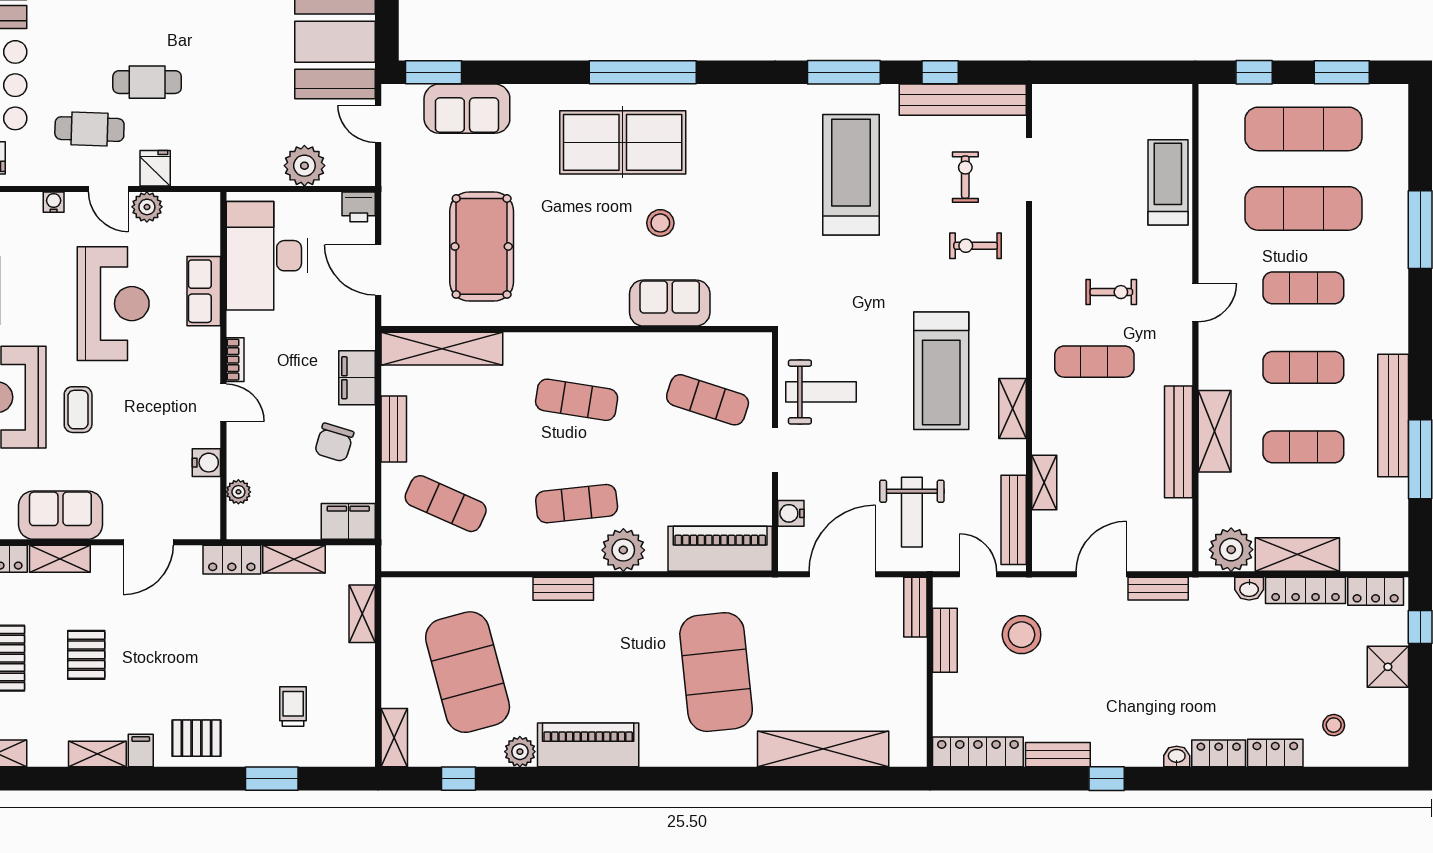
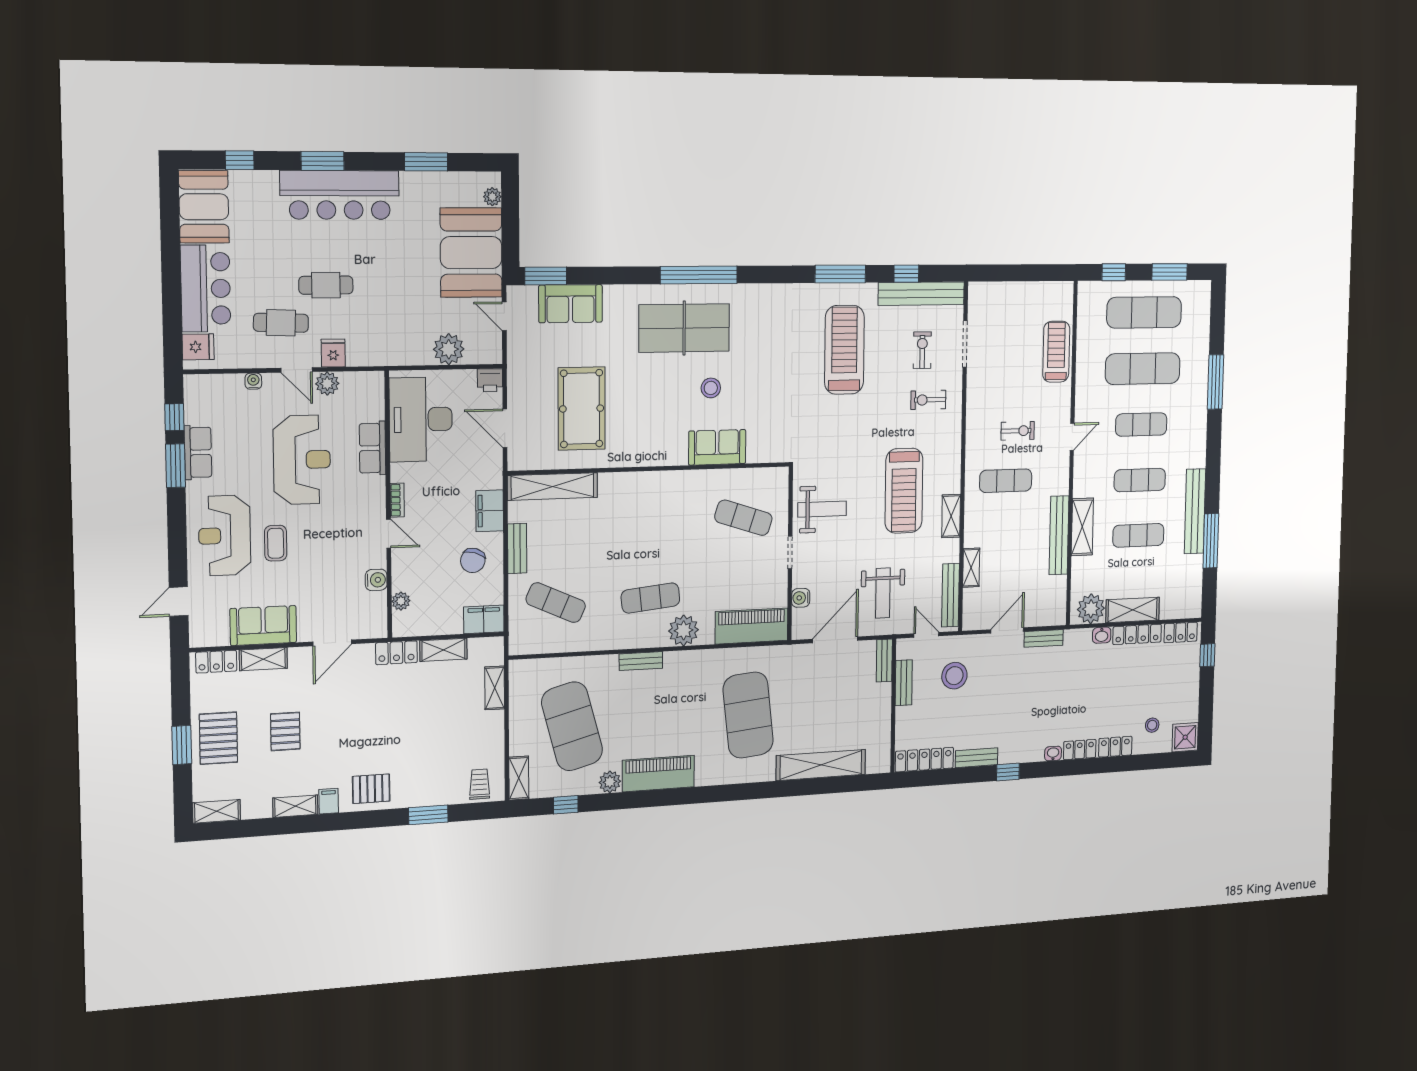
exercise mat: (577, 400) -> (651, 521), removed
shower: (1388, 667) -> (1185, 737), moved
trolley: (293, 707) -> (480, 784), moved

